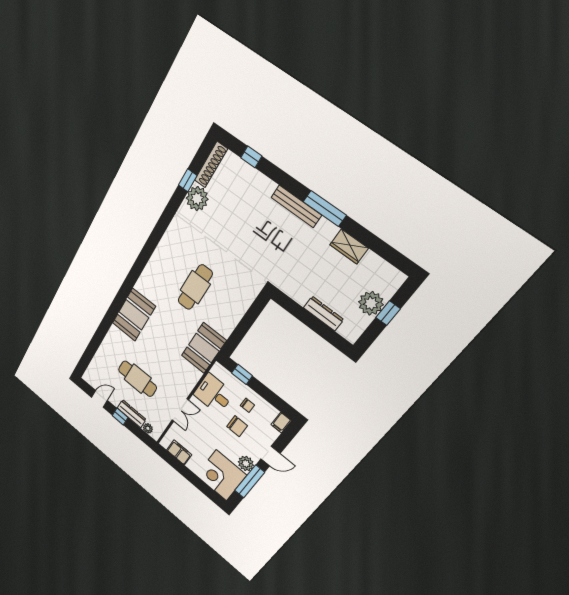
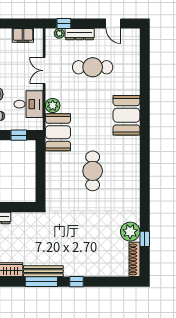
window: (251, 157) -> (76, 282), moved
bench: (296, 206) -> (43, 271), moved
plant: (193, 375) -> (53, 106), added
door: (100, 399) -> (113, 24), hinge flipped
window: (120, 416) -> (64, 24), moved

